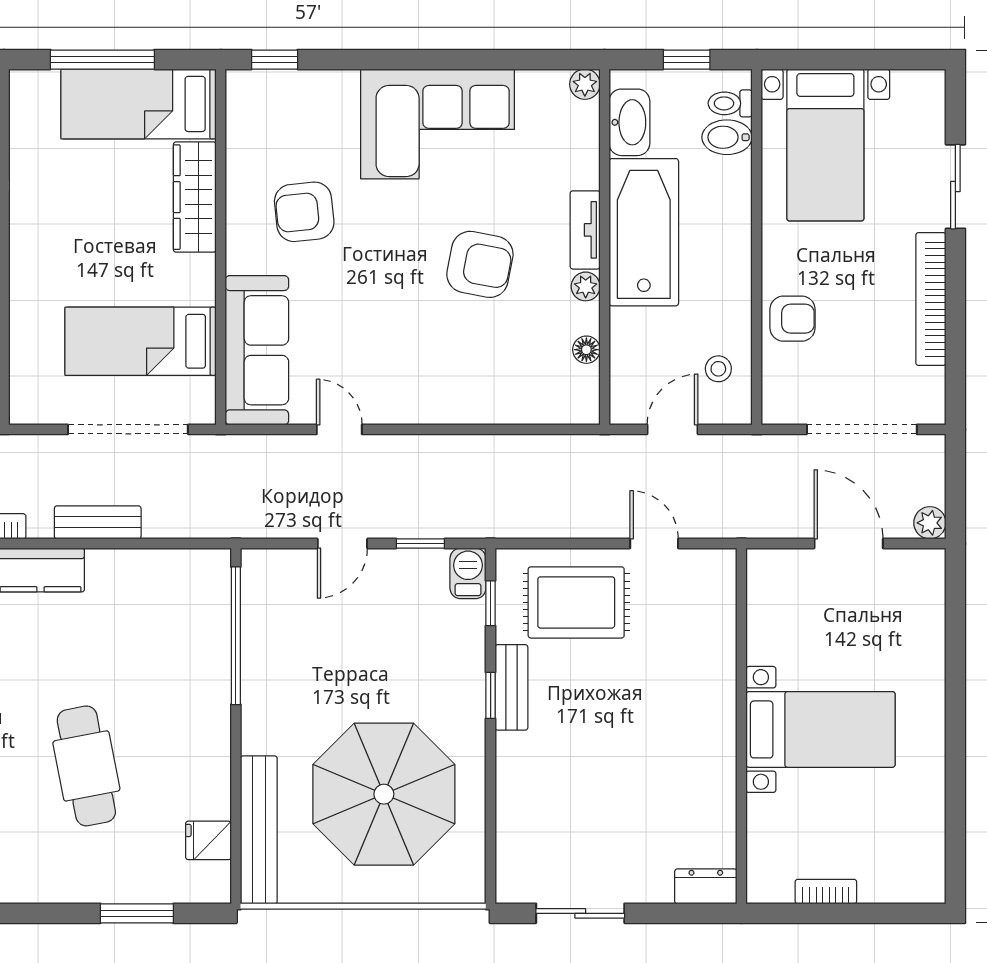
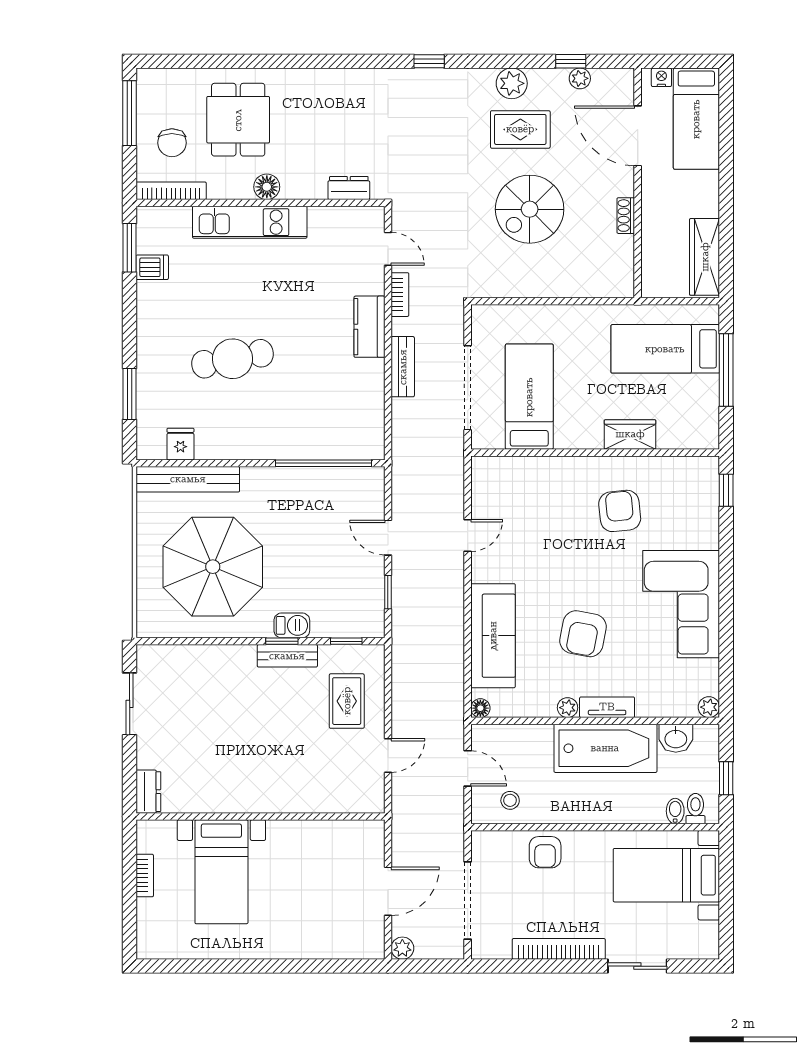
bed: (138, 104) -> (665, 349), moved, turned -90
washbasin: (629, 122) -> (676, 738), width x0.72
bidet: (727, 137) -> (675, 811), width x0.72, depth x0.74
wardrobe: (195, 197) -> (630, 434), width x0.67
sofa: (257, 350) -> (493, 636), moved, turned -90
floor lamp: (586, 350) -> (480, 708), moved
barbecue: (468, 573) -> (292, 625), moved
rug: (576, 602) -> (347, 701), width x0.73, depth x0.70
bed with nightstands: (821, 729) -> (221, 872), moved

